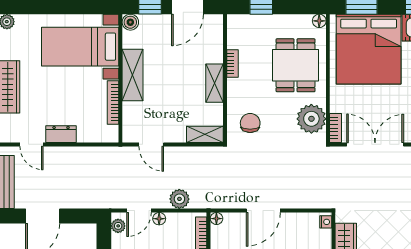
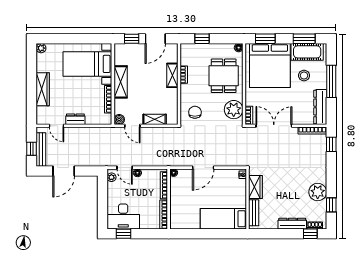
boiler: (130, 22) -> (119, 120), moved
shelving: (215, 83) -> (172, 75), moved
shelving: (205, 134) -> (155, 119), moved
plant: (179, 199) -> (150, 160), removed
door: (139, 211) -> (125, 168), hinge flipped

